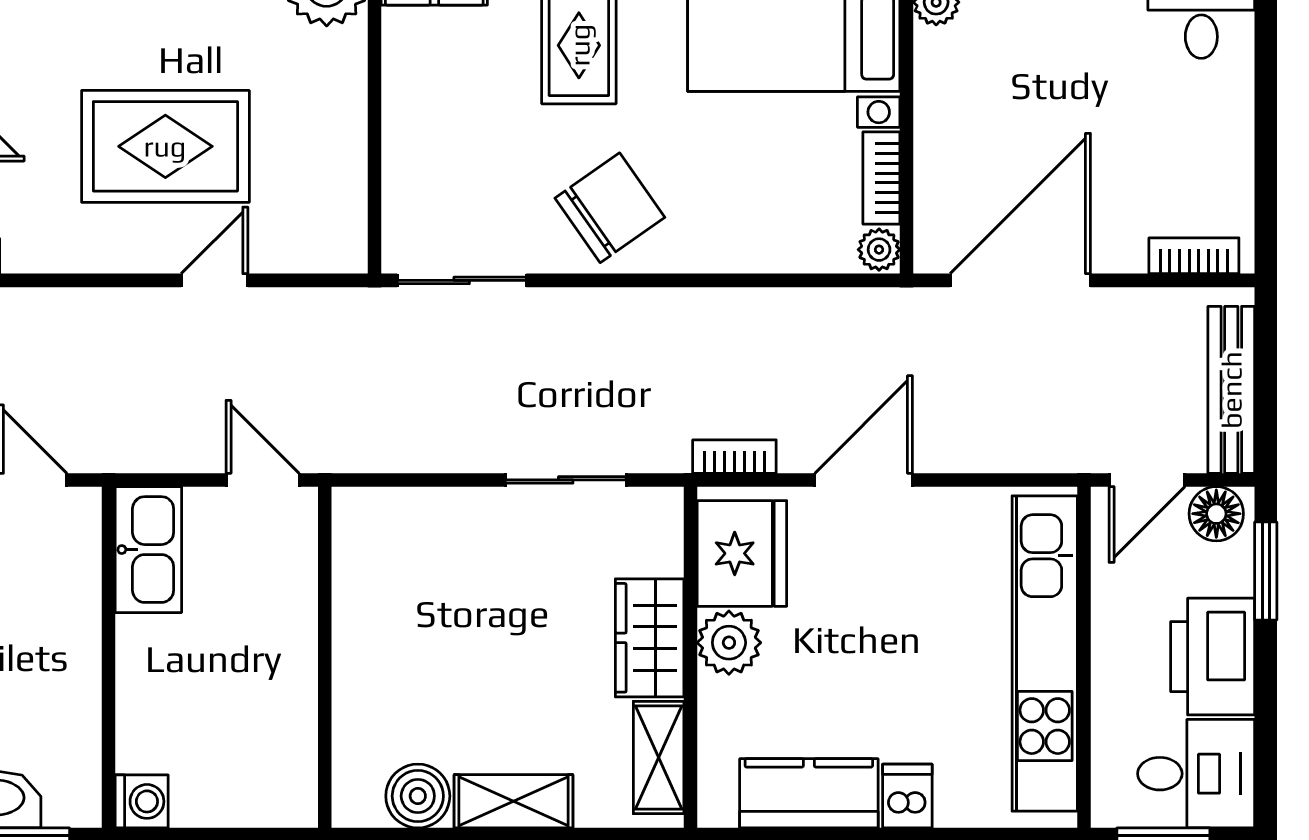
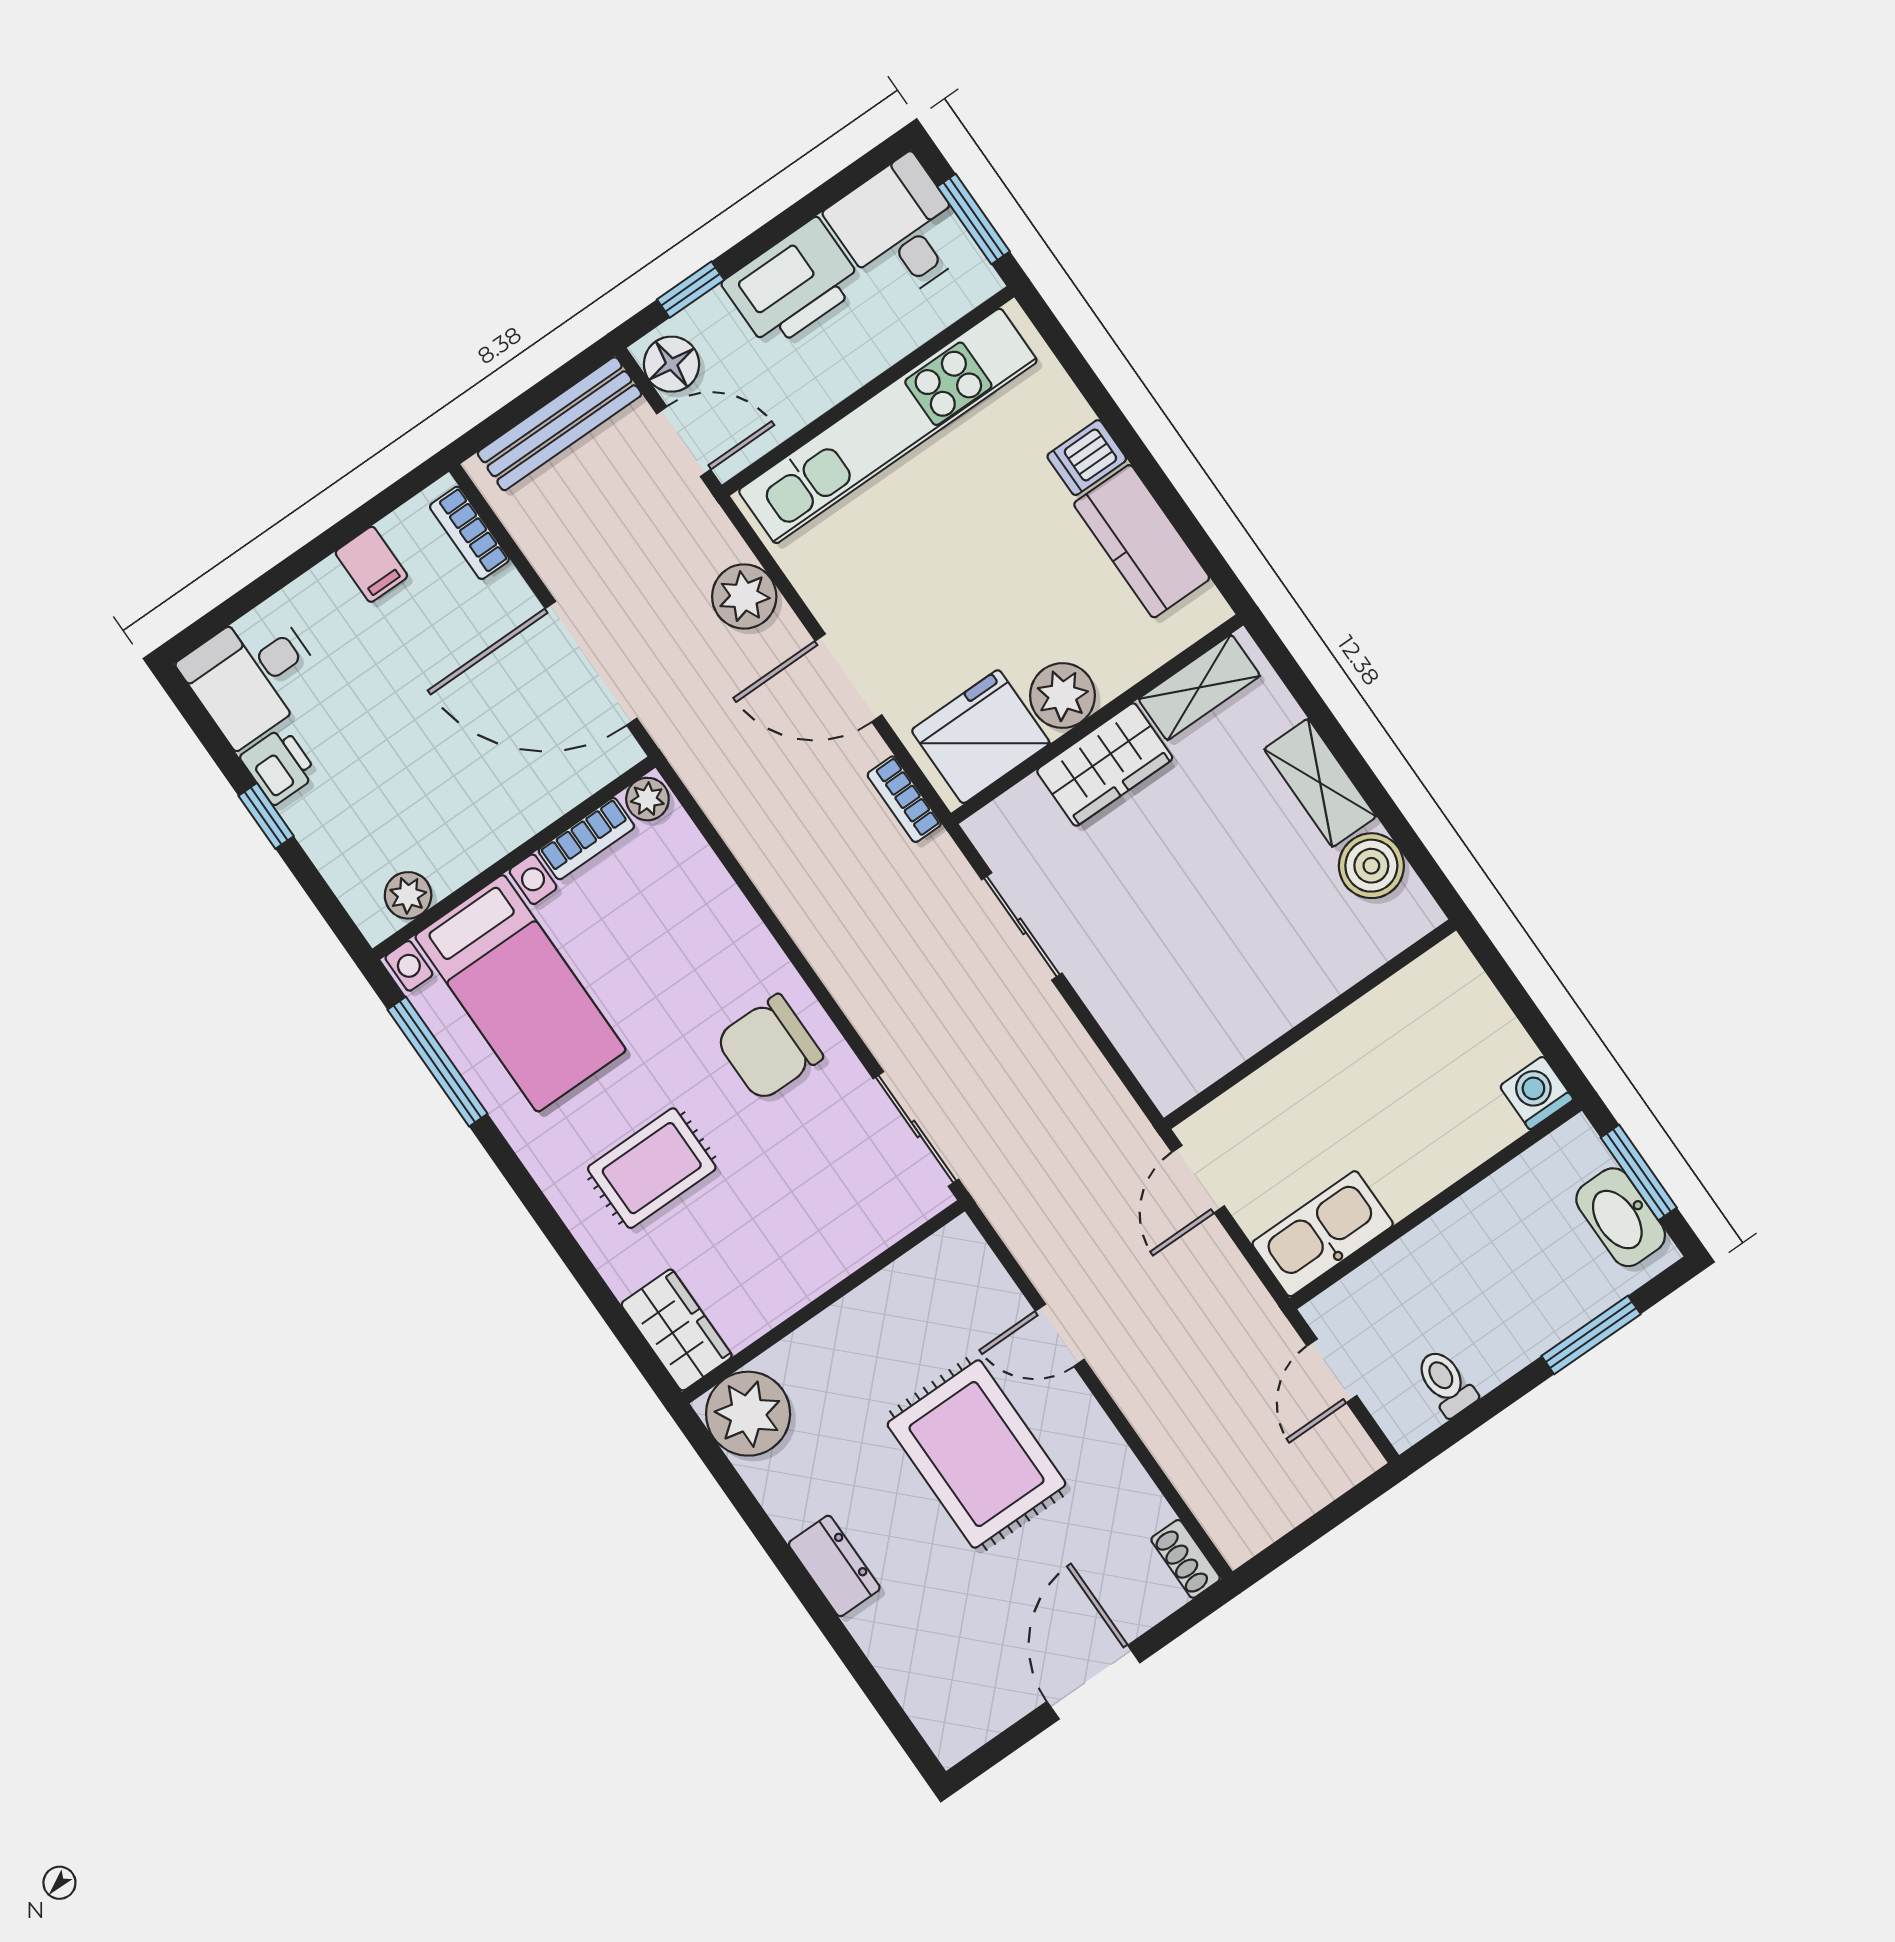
filing cabinet: (1224, 159) -> (371, 564), added
chair: (610, 208) -> (769, 1048), turned -55
plant: (988, 442) -> (744, 596), added
window: (1266, 571) -> (691, 290), width x0.67

